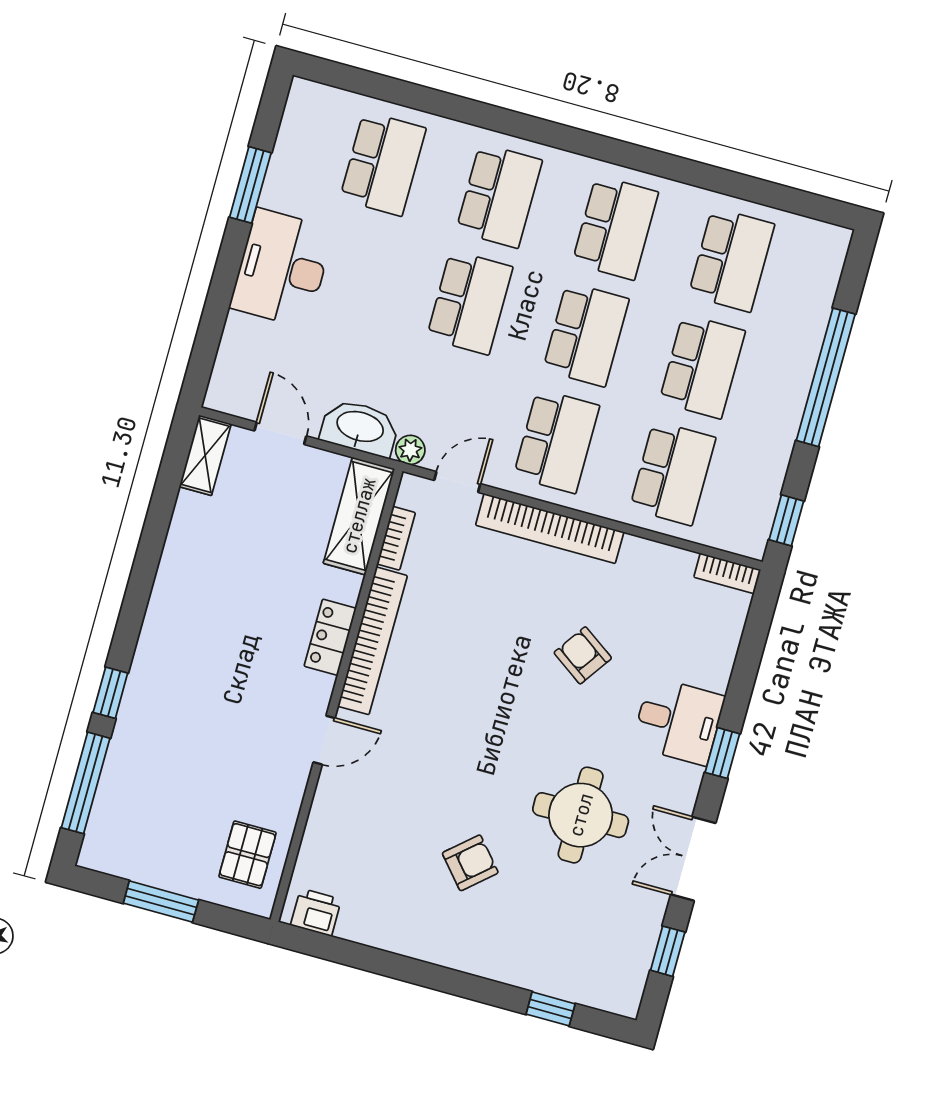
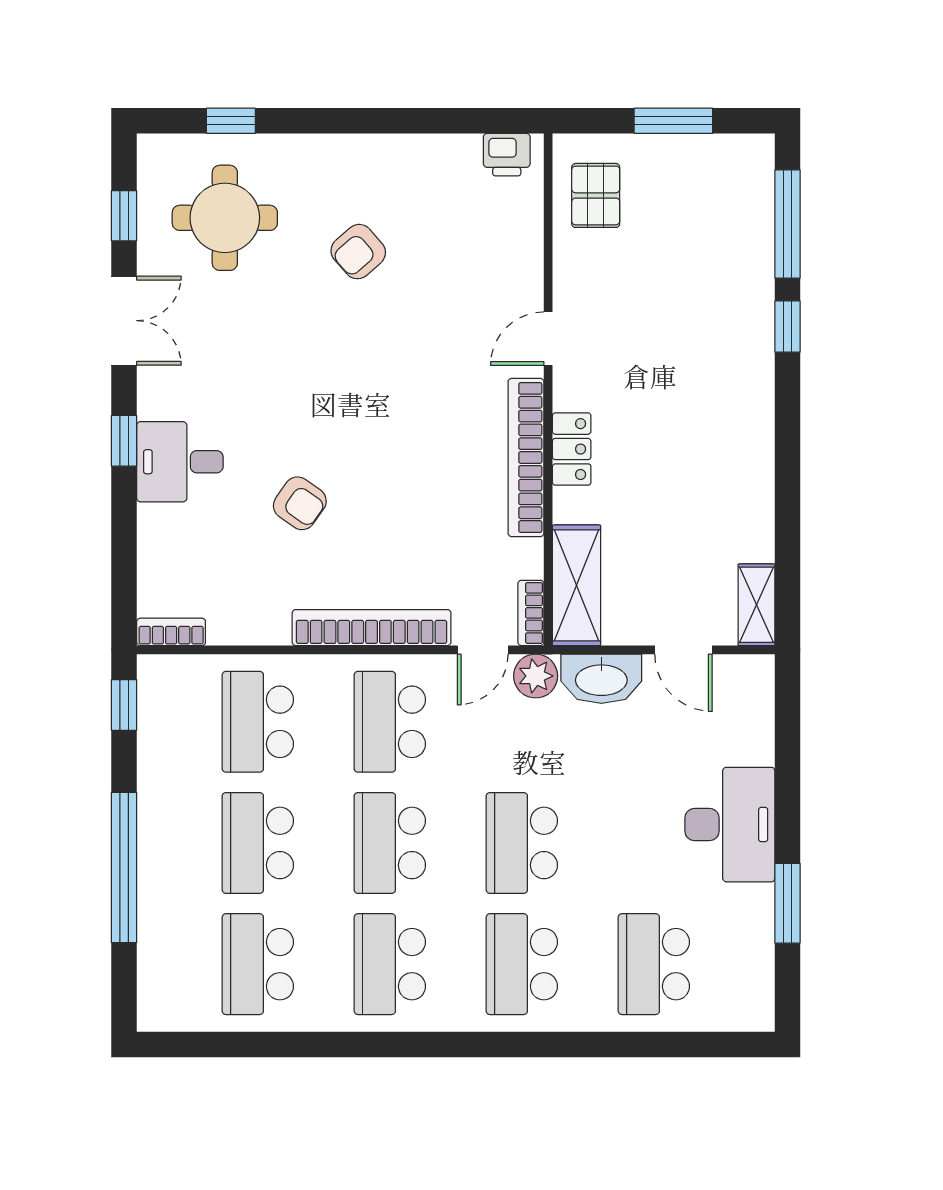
plant: (410, 450) -> (536, 676), width x1.38, depth x1.38
bookcase: (396, 538) -> (531, 613), moved
round table: (581, 815) -> (225, 218), moved

